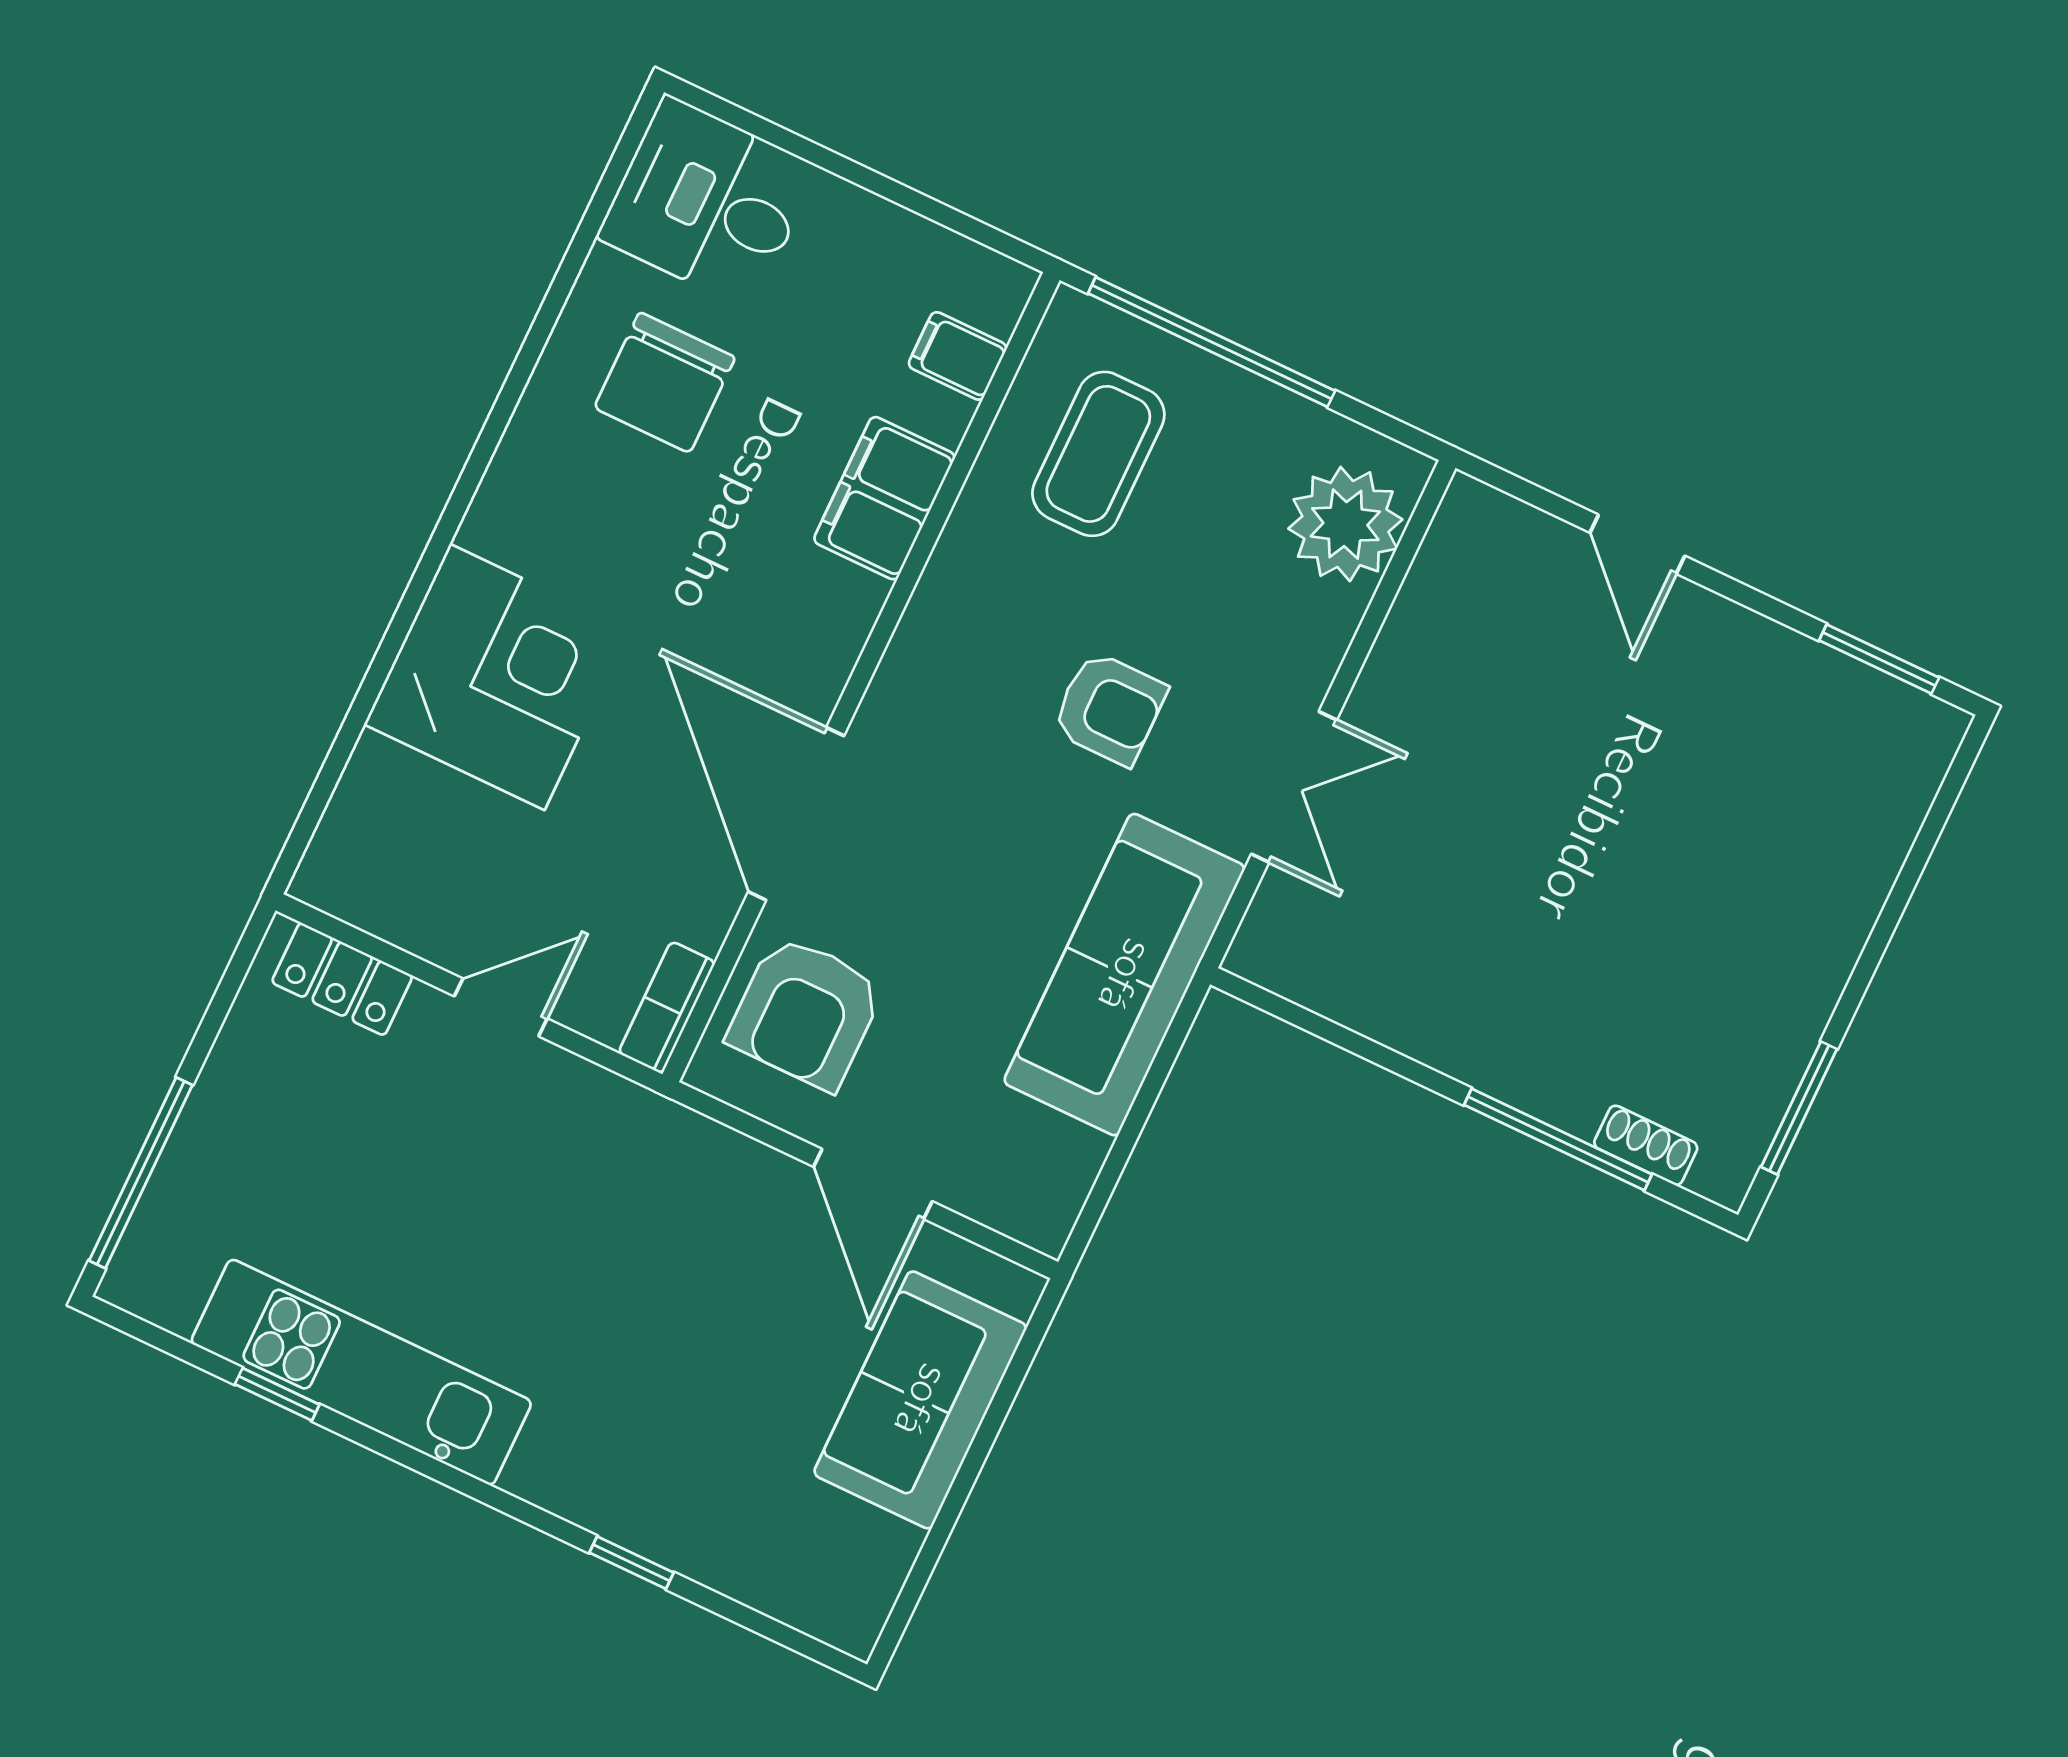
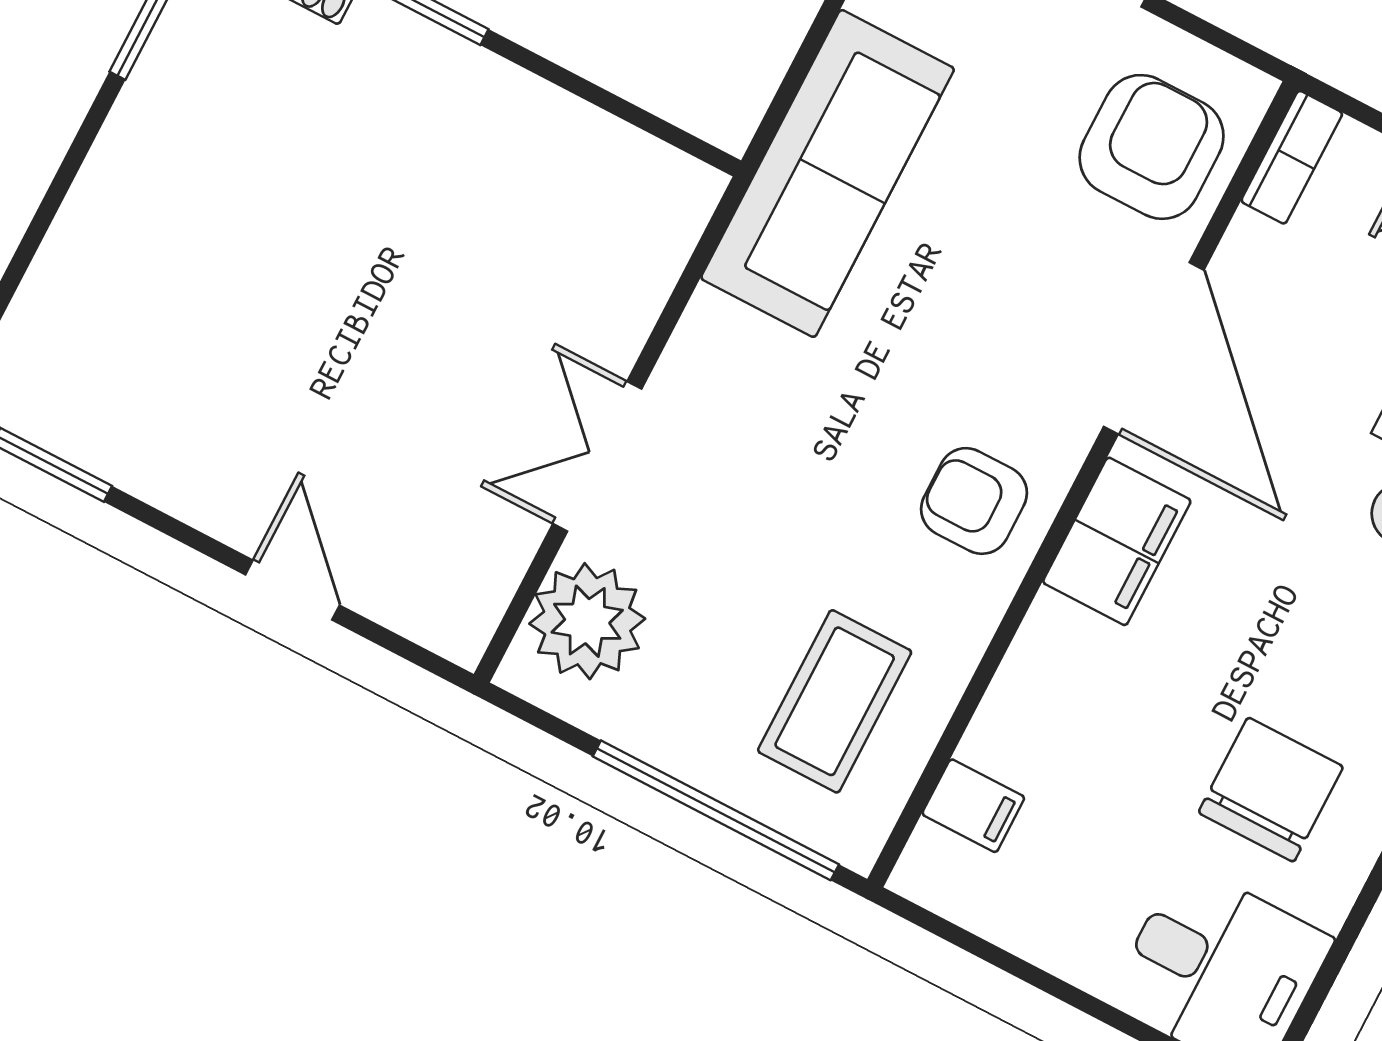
filing cabinet: (884, 498) -> (1117, 541), moved
armchair: (1109, 708) -> (974, 501), moved
double door: (1294, 787) -> (597, 456), moved

